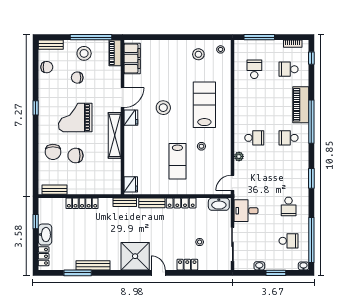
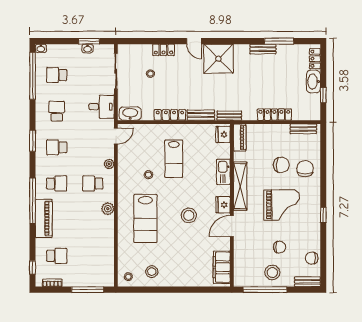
piano: (115, 53) -> (240, 137), moved
school desk: (254, 69) -> (57, 147), moved, turned 90
plant: (240, 114) -> (108, 209), added
kitchen sink: (130, 149) -> (223, 172), added
lab bench: (177, 161) -> (174, 159), turned 180
bench: (93, 265) -> (263, 49), width x0.73
window: (276, 273) -> (89, 41), moved

